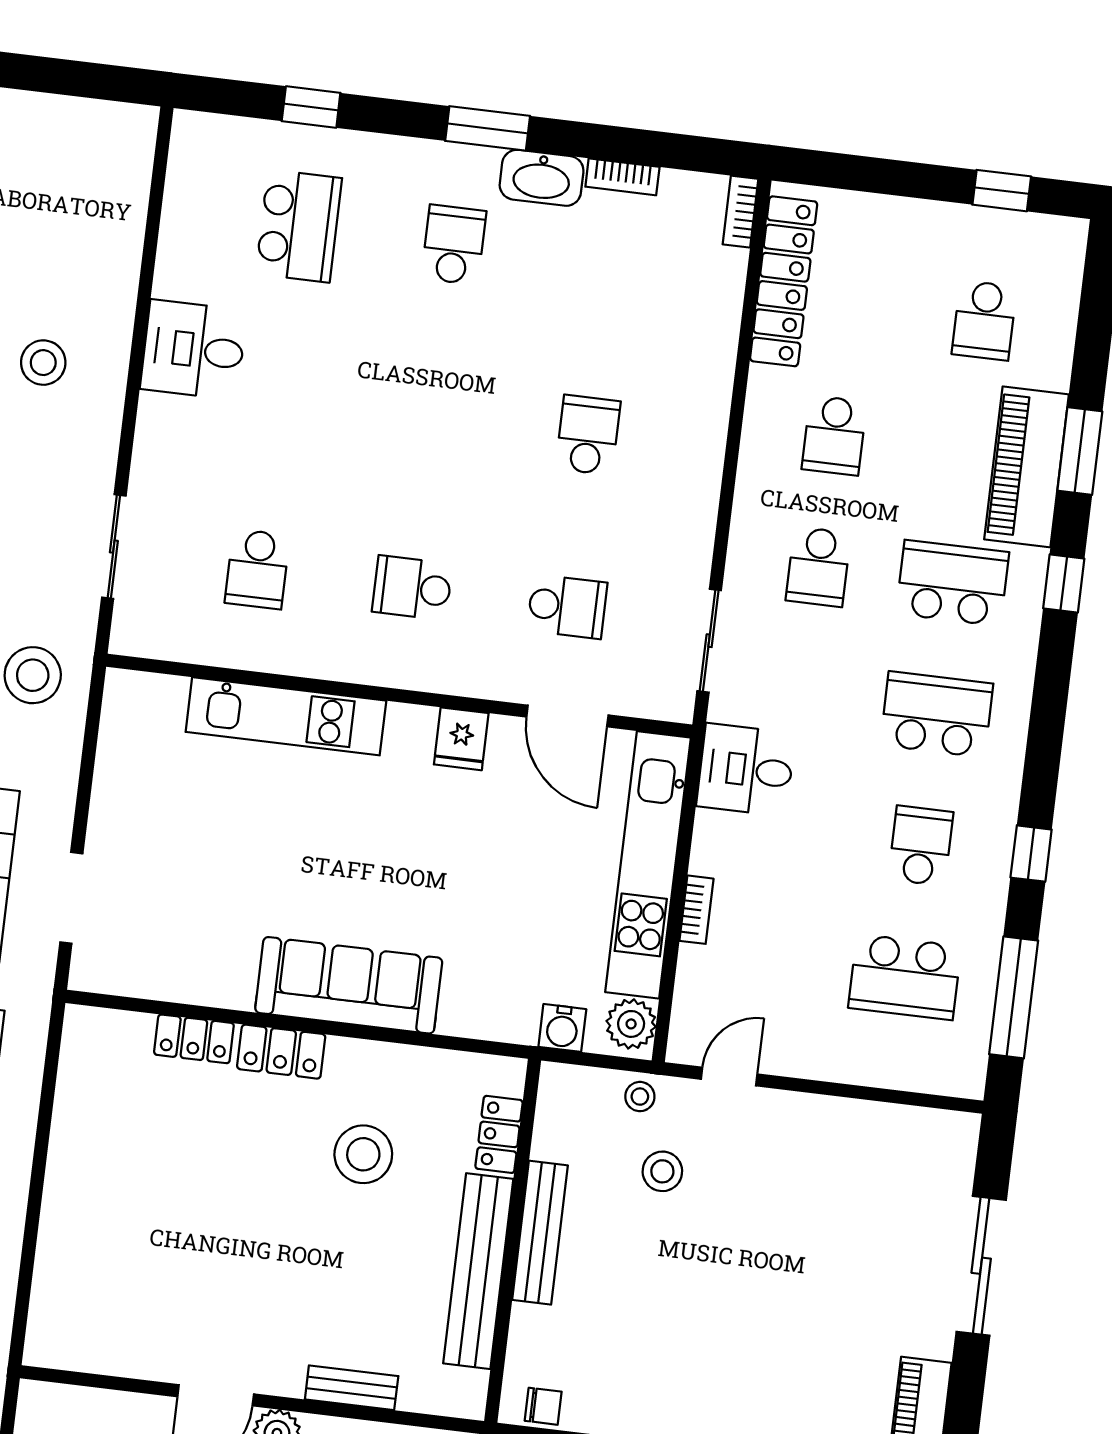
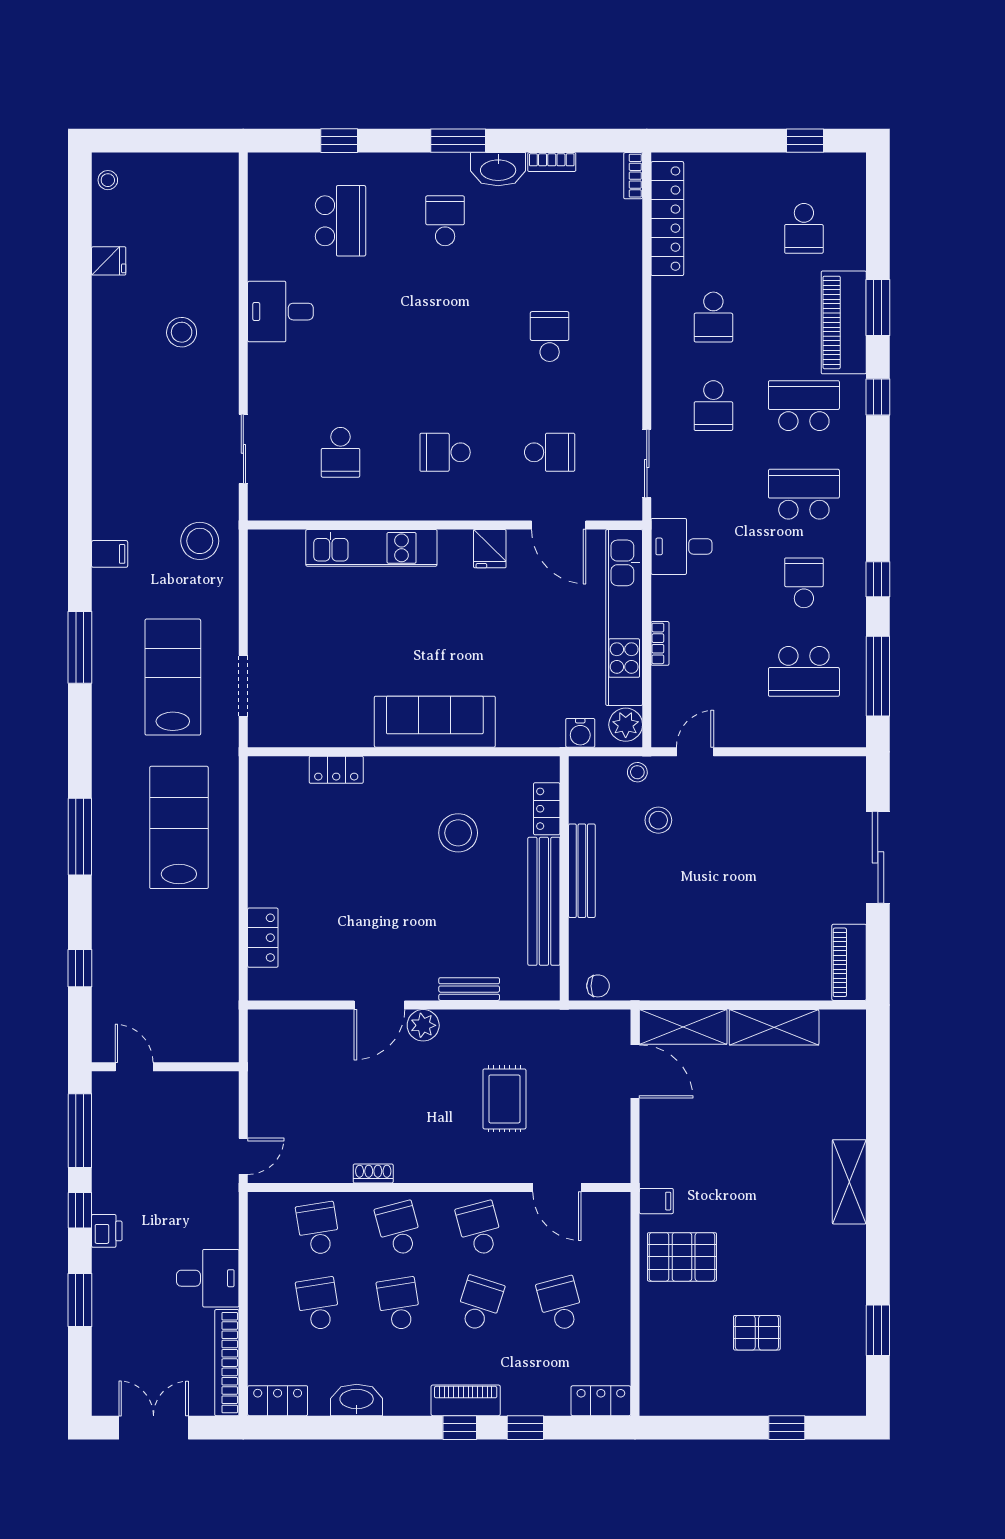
locker: (281, 1052) -> (263, 938), moved, turned -90

